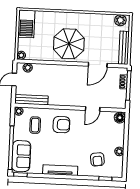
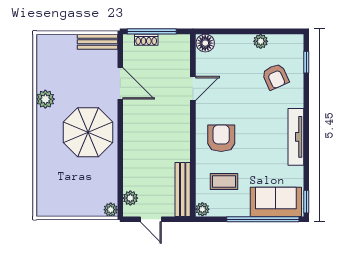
plant: (120, 20) -> (45, 99), moved
barbecue: (26, 24) -> (59, 203), removed
bench: (124, 48) -> (98, 42), width x0.73
door: (93, 109) -> (193, 88), hinge flipped
armchair: (97, 159) -> (275, 77), turned 74

